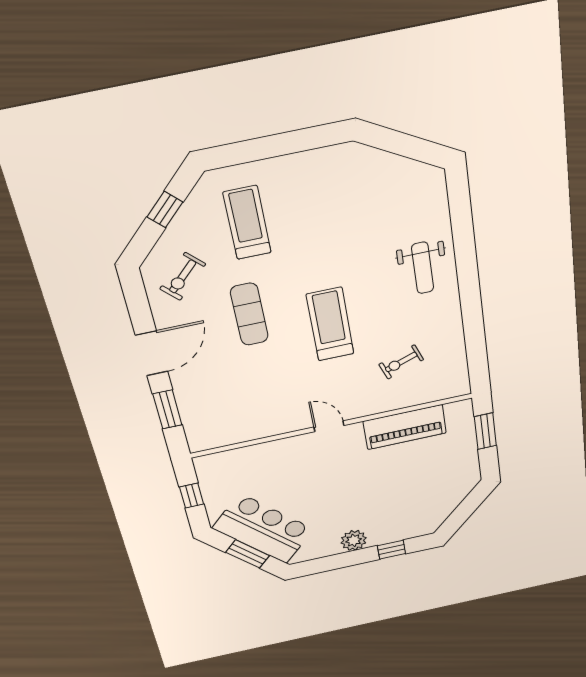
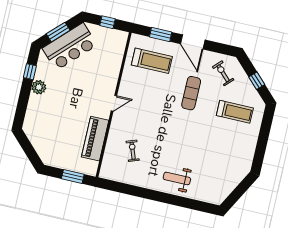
exercise mat: (249, 314) -> (191, 93), turned 90
treadmill: (330, 324) -> (152, 61), moved
window: (392, 550) -> (30, 72), moved

